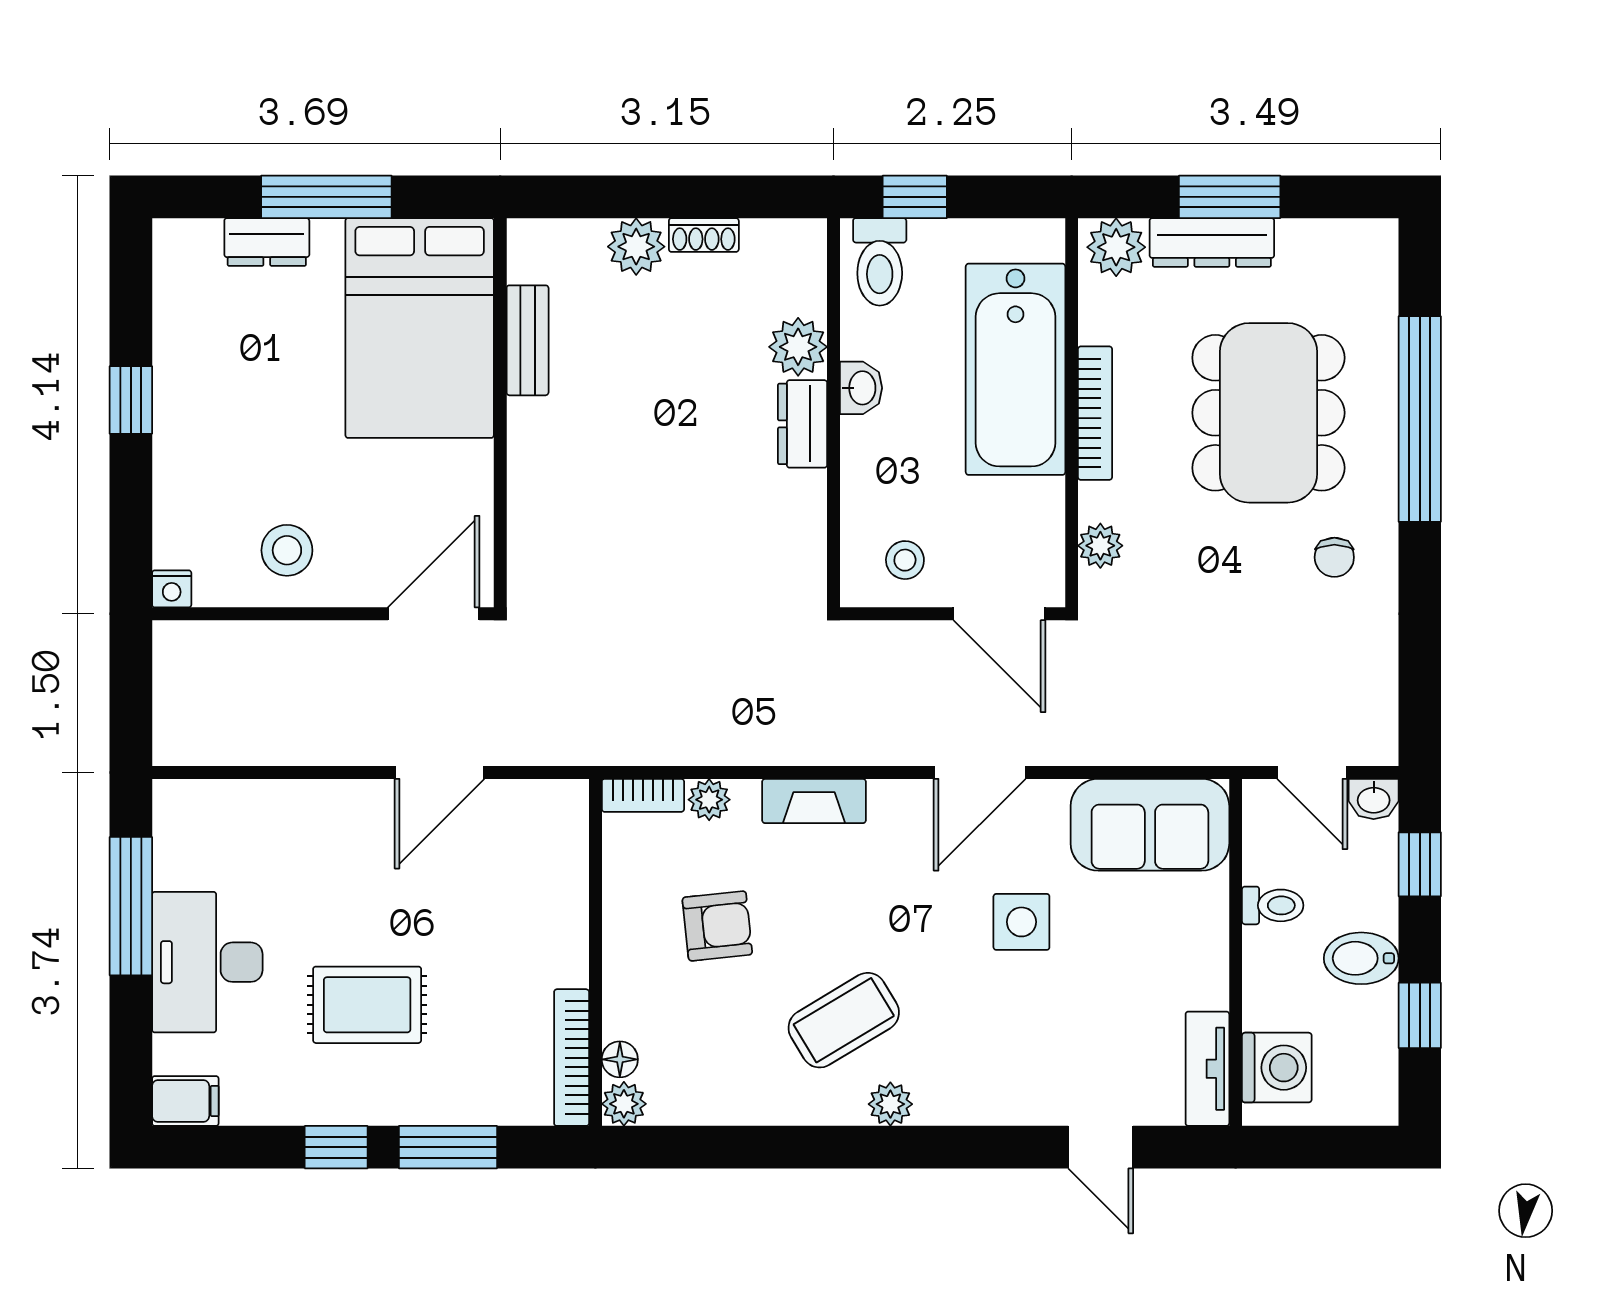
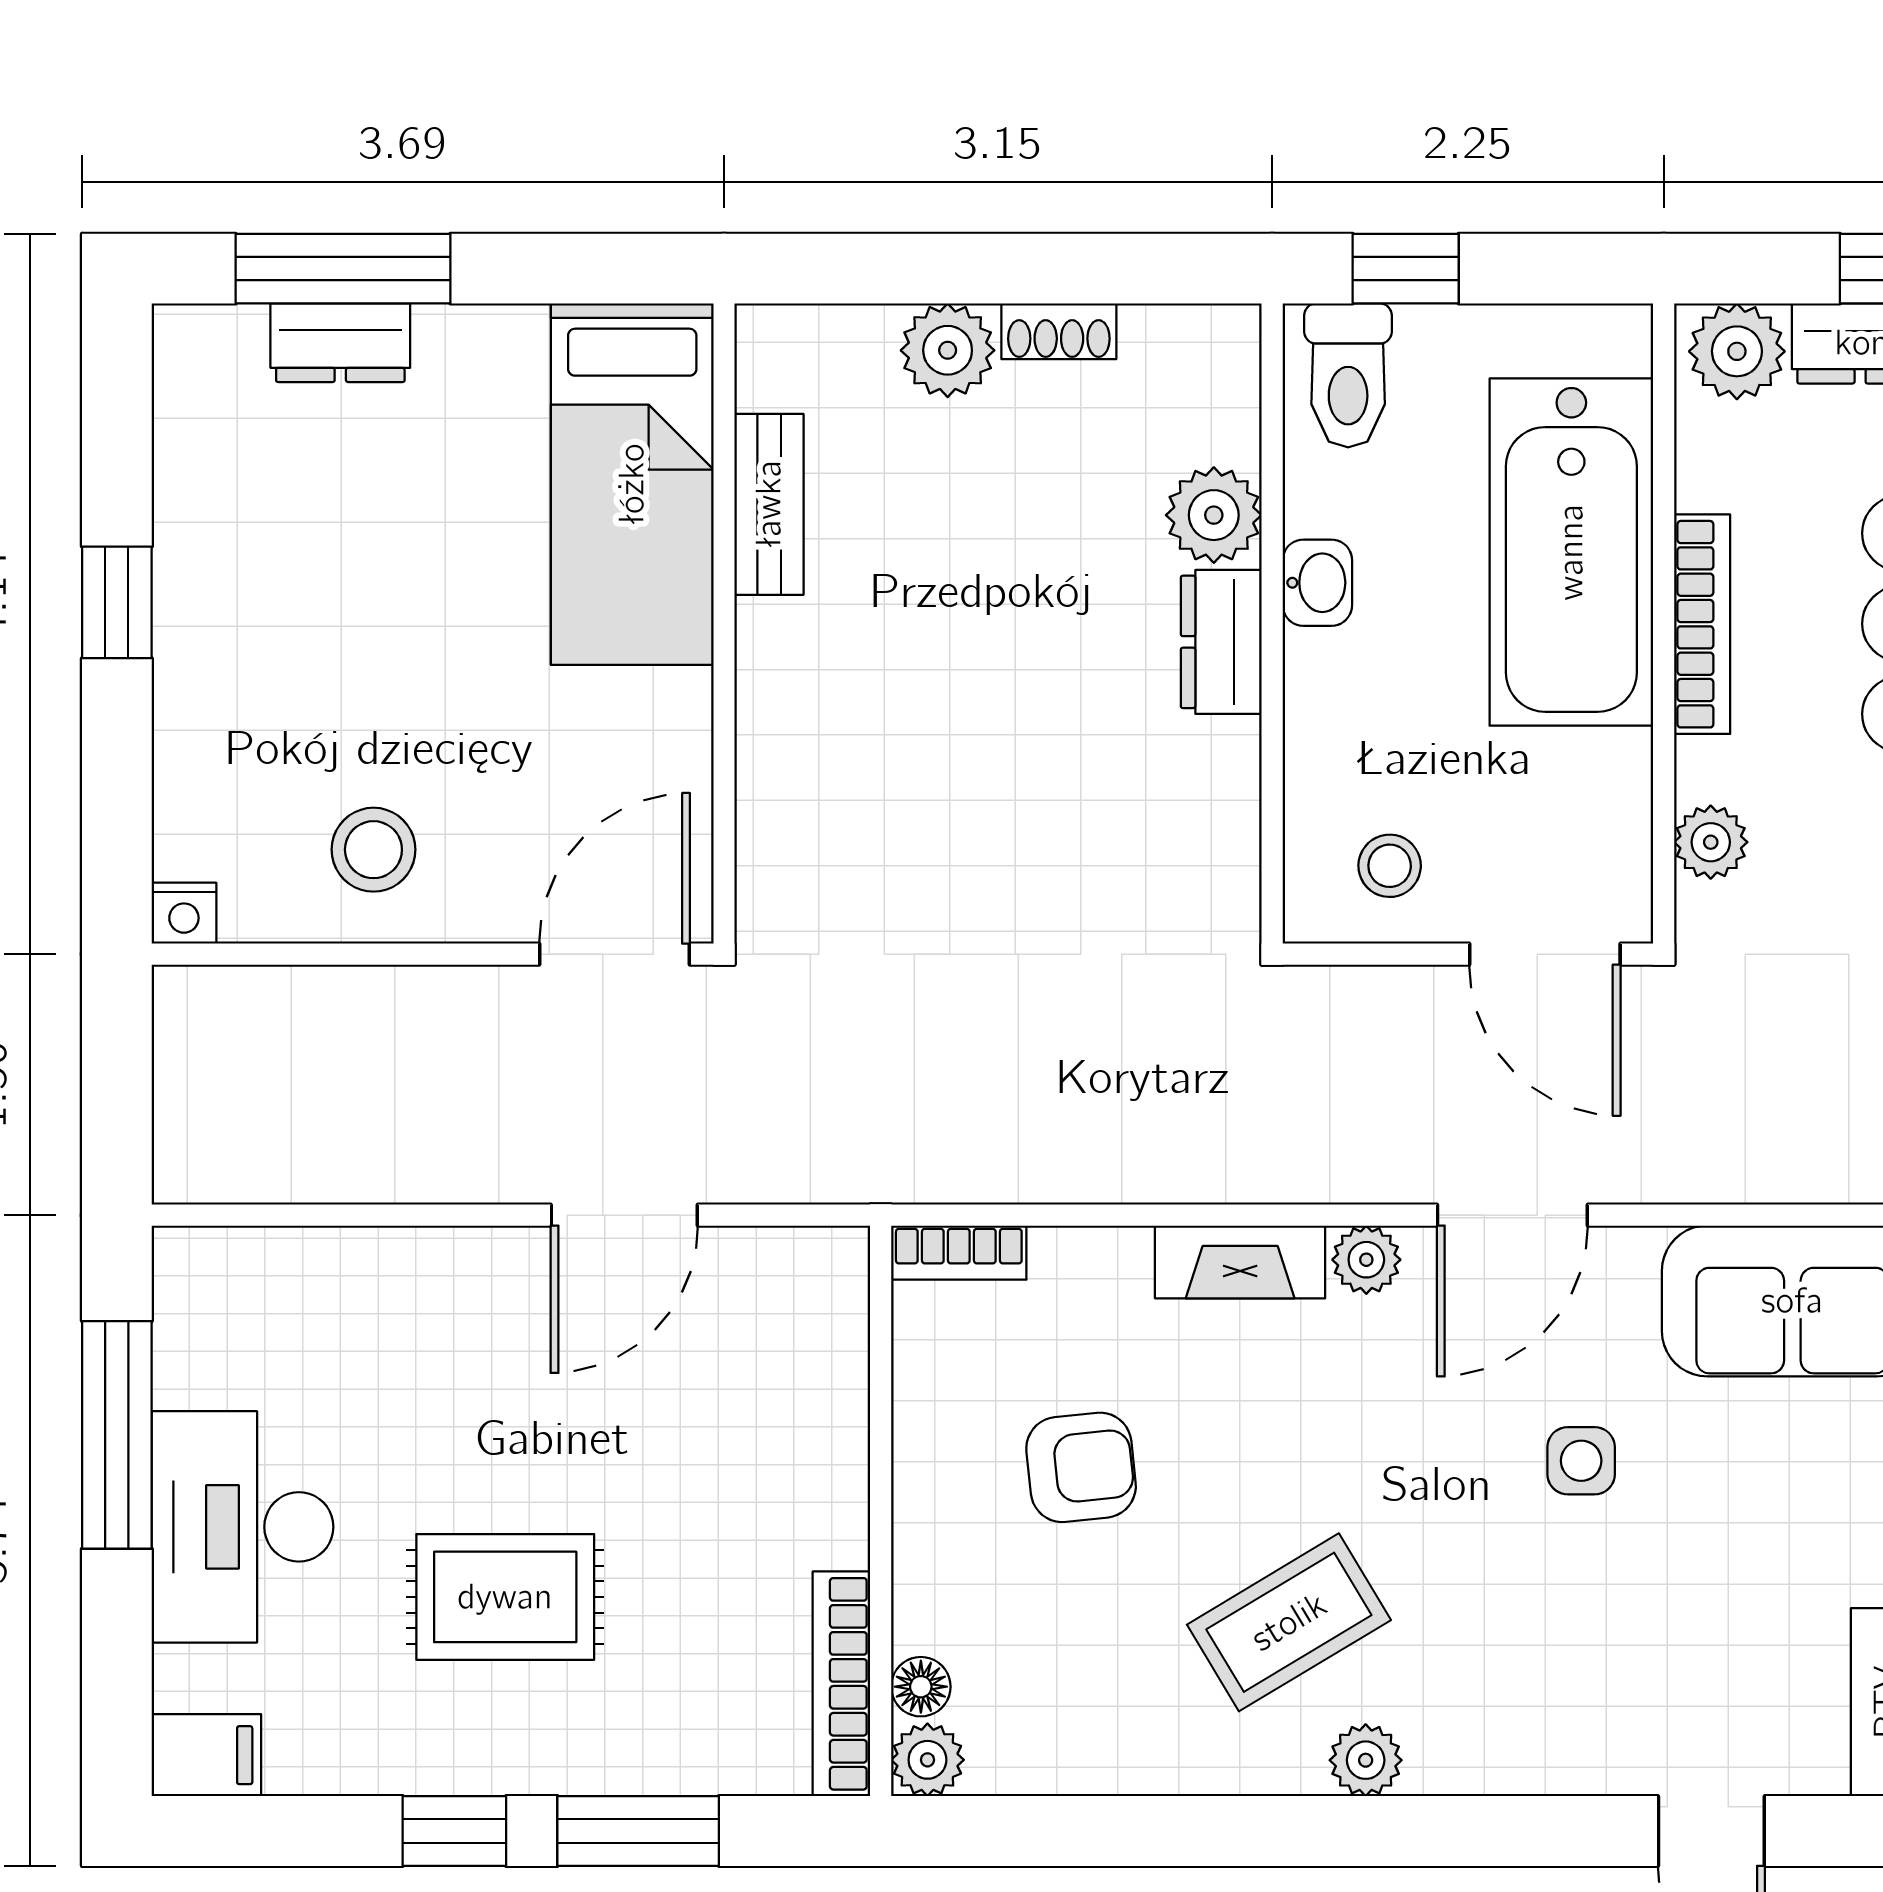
window: (326, 197) -> (343, 269), moved
bed: (420, 328) -> (632, 484), width x0.67
plant: (709, 800) -> (1366, 1260), moved
side table: (1021, 922) -> (1581, 1461), width x0.73, depth x0.73

